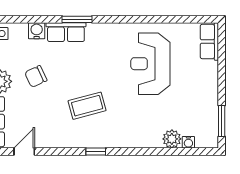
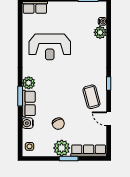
plant: (97, 32) -> (29, 83), added
coffee table: (87, 106) -> (91, 97), moved
door: (24, 151) -> (109, 119), moved

